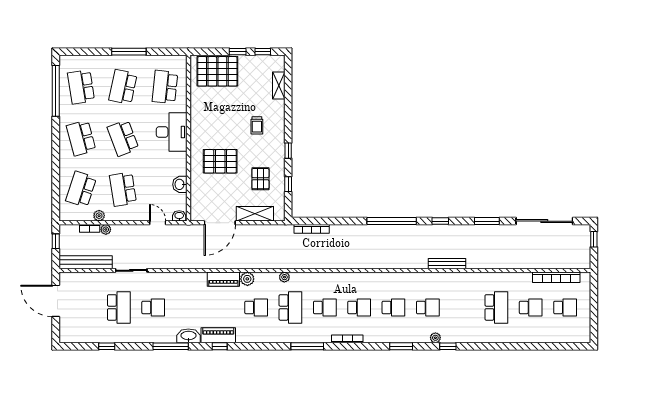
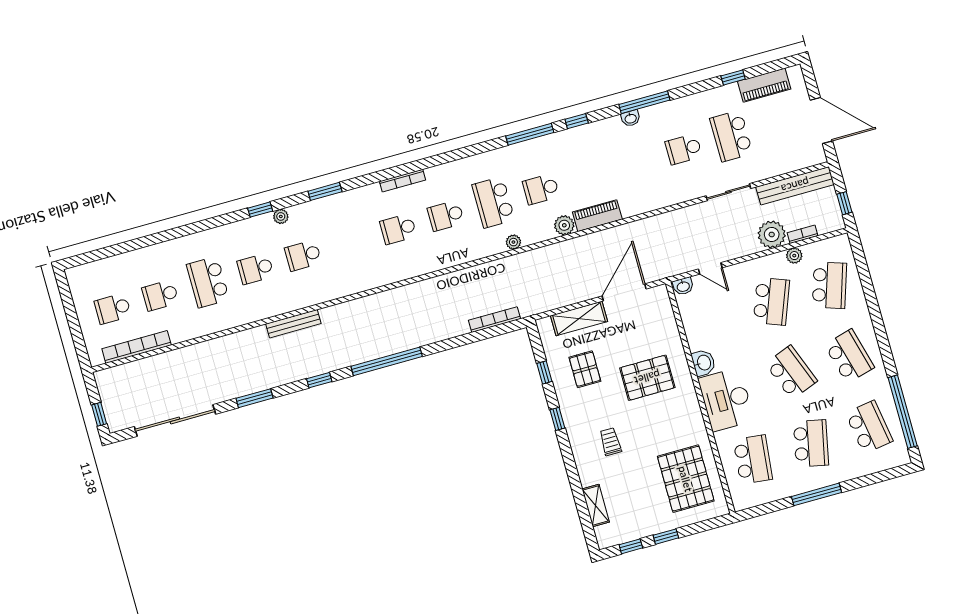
pallet: (217, 71) -> (686, 479), moved, turned 90
washbasin: (180, 184) -> (703, 363), moved
school desk: (123, 189) -> (771, 301), turned 30
plant: (106, 229) -> (772, 234), width x1.88, depth x1.88
school desk: (393, 307) -> (255, 269), moved
piano: (218, 335) -> (764, 85), moved
washbasin: (188, 336) -> (631, 118), width x0.52, depth x0.69
window: (307, 346) -> (530, 134), moved

